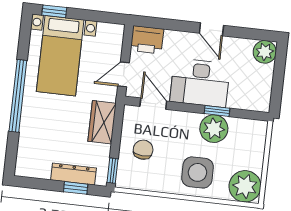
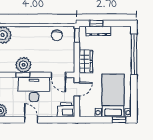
window: (18, 96) -> (134, 54), moved
chair: (143, 150) -> (57, 35), moved
side table: (197, 172) -> (30, 40), removed

